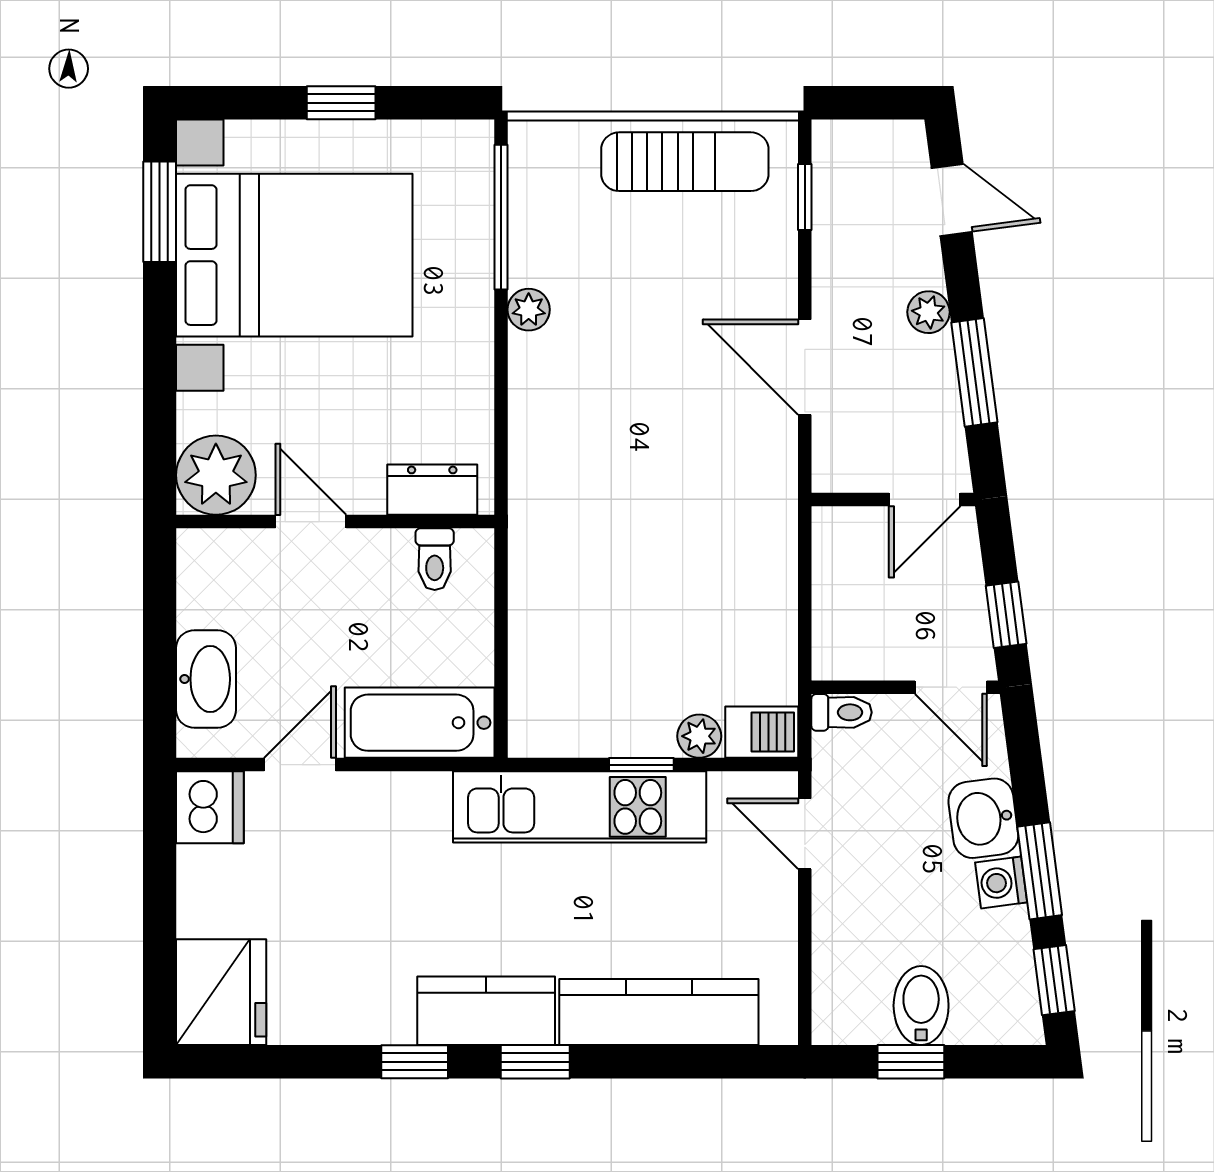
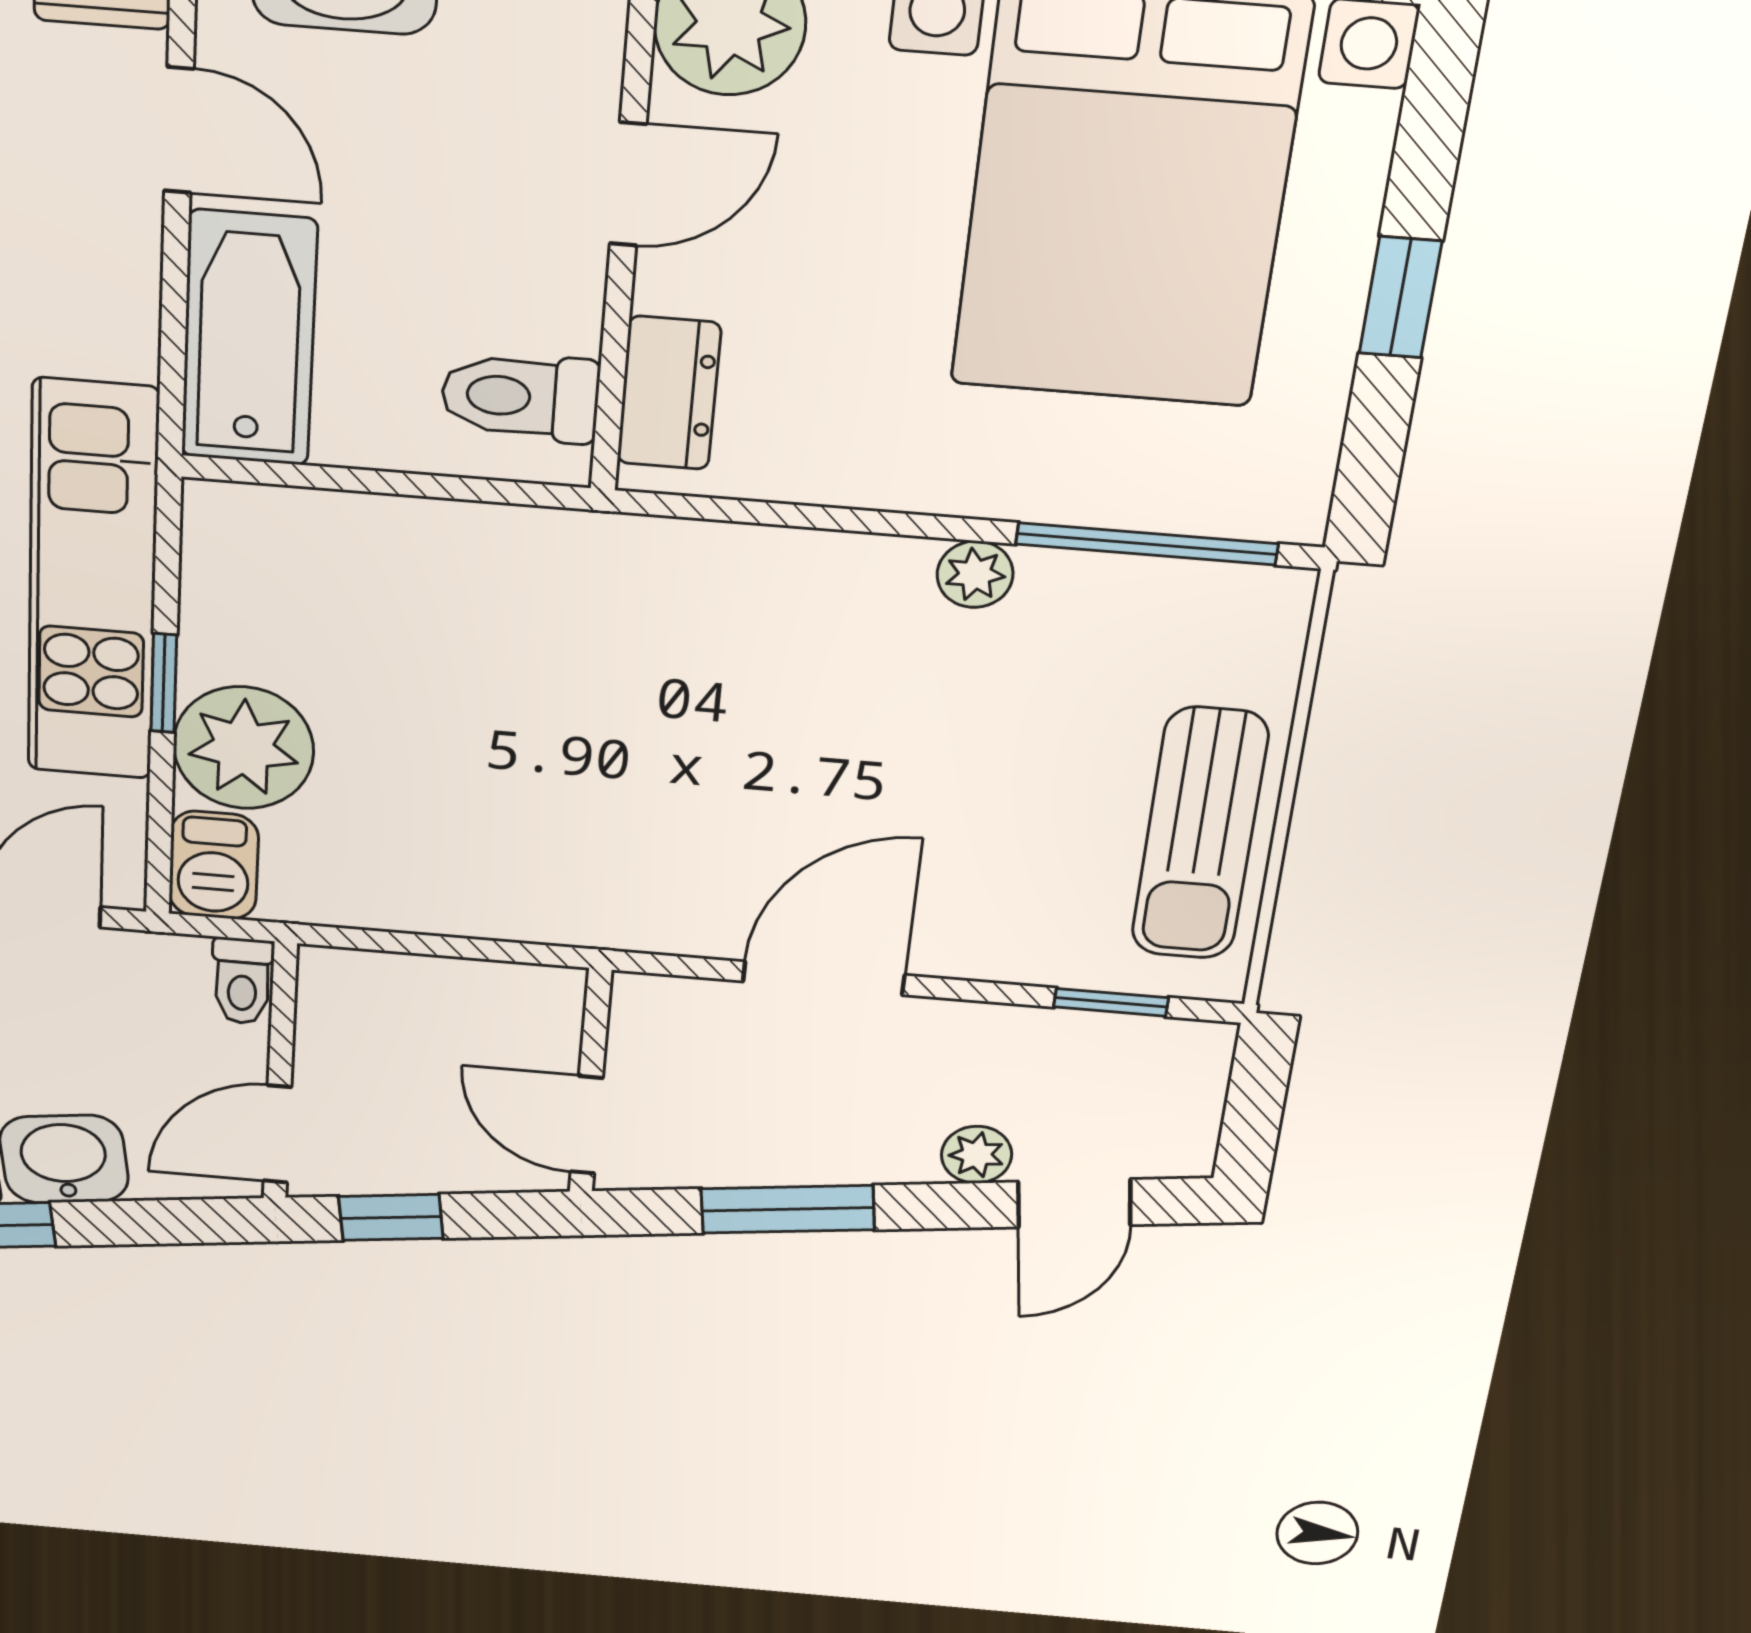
plant: (928, 312) -> (977, 1155), moved
toilet: (435, 559) -> (520, 397), width x1.37, depth x1.39
plant: (699, 736) -> (243, 748), width x1.87, depth x1.87

